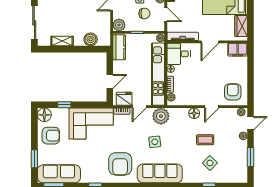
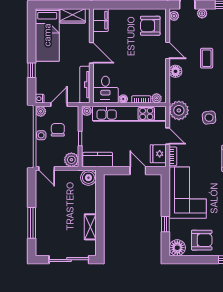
boiler: (91, 39) -> (88, 178), moved
armchair: (51, 136) -> (202, 240), turned 90

